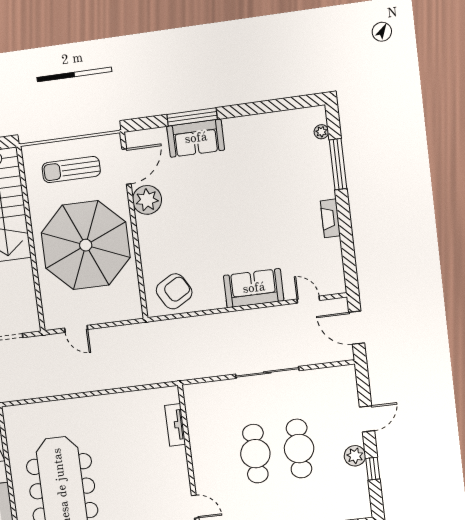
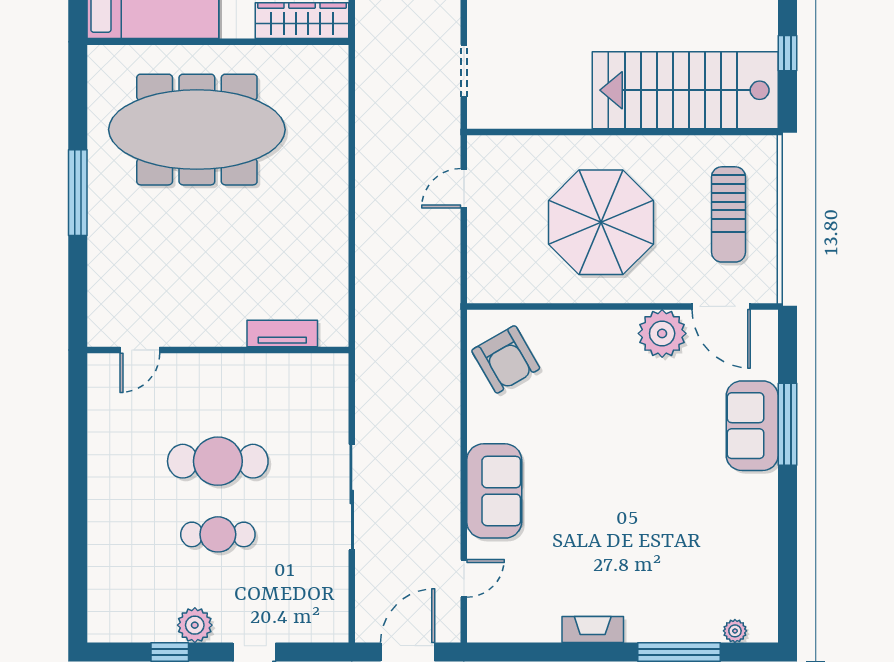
sun lounger: (71, 170) -> (728, 214), turned 180
parasol: (86, 245) -> (601, 222), width x0.73, depth x0.73
cafe table: (299, 449) -> (218, 534), width x0.73, depth x0.74

